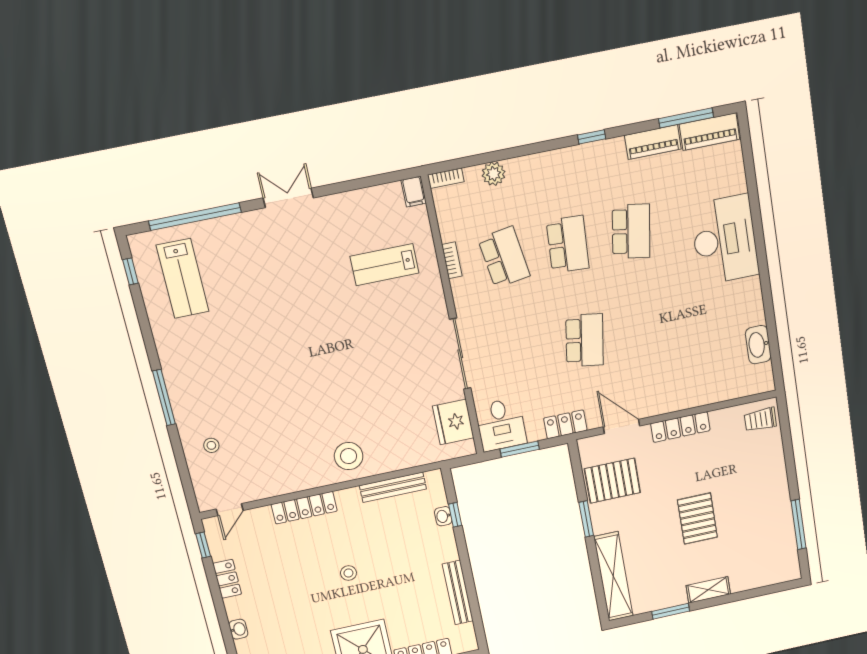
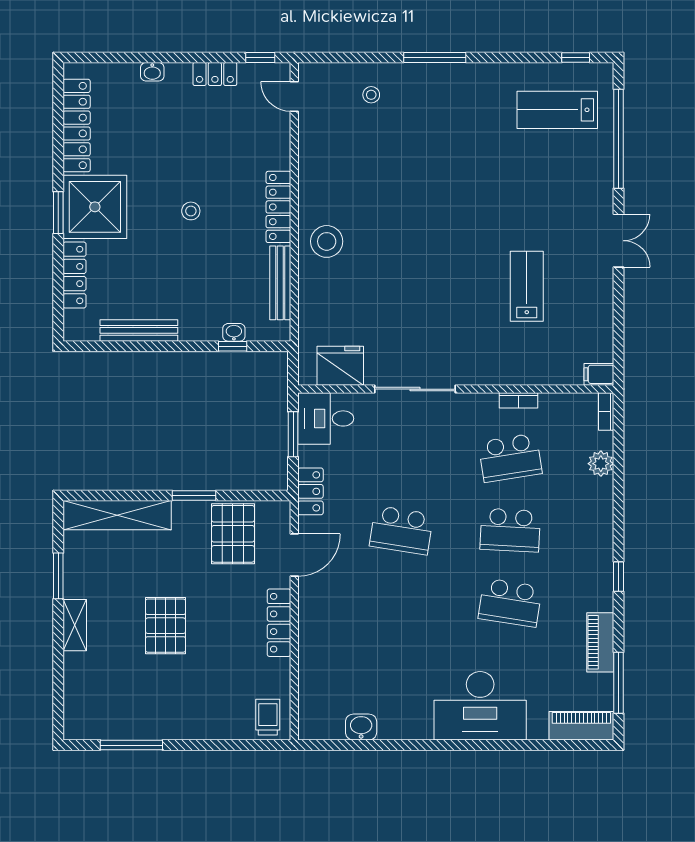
piano: (709, 132) -> (581, 726), moved, turned 90
lab bench: (385, 265) -> (527, 286), moved
washbasin: (758, 345) -> (361, 727), width x0.72
locker: (304, 508) -> (278, 207), moved
pallet: (697, 519) -> (166, 626), turned 90

